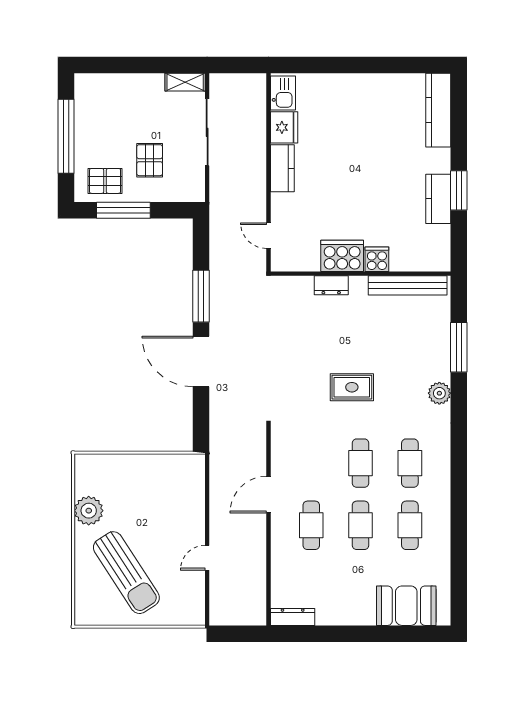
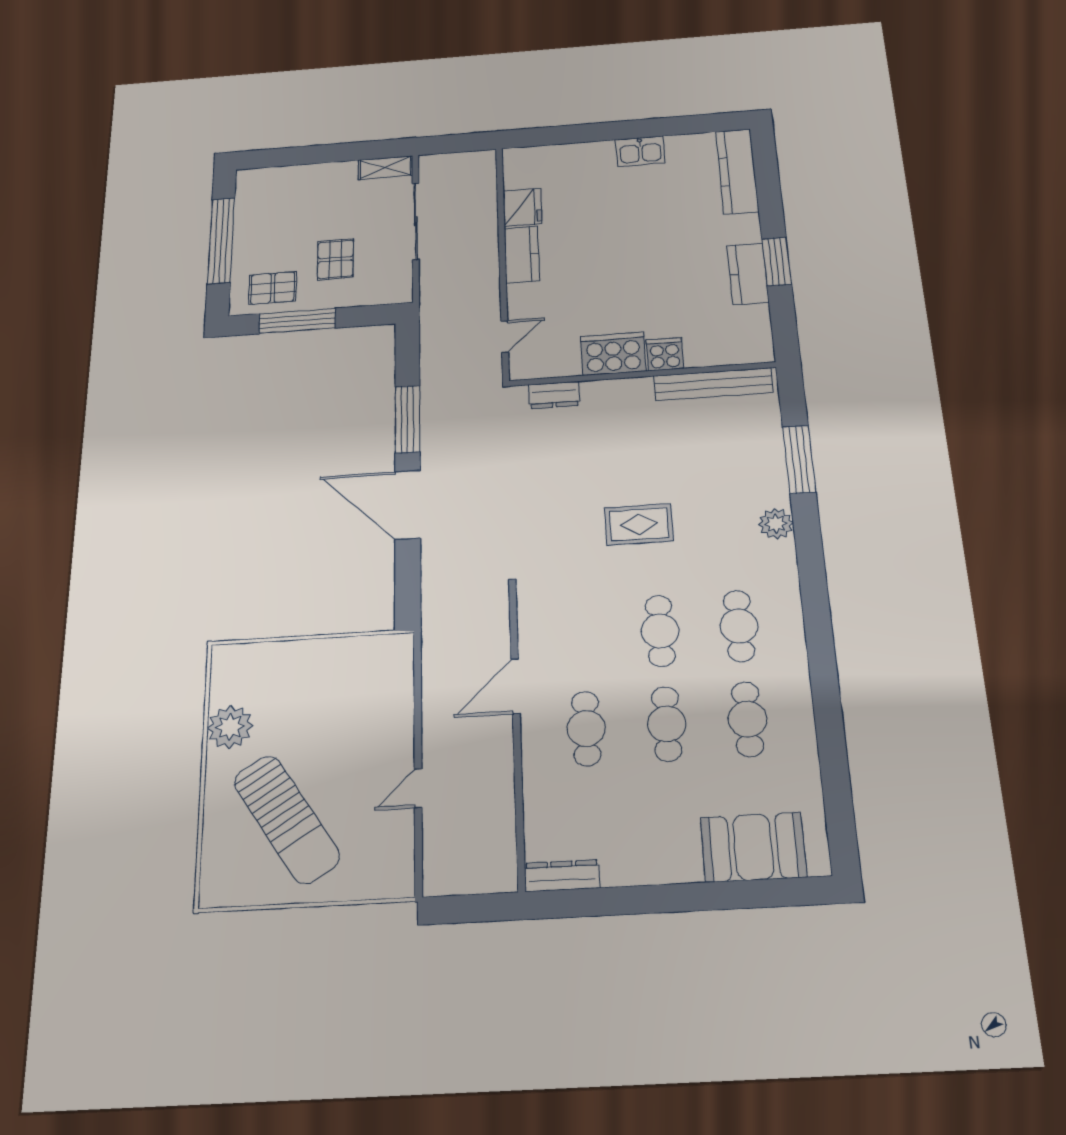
kitchen sink: (283, 93) -> (640, 151), moved, turned 90
door: (269, 236) -> (505, 336), swing flipped
dresser: (331, 285) -> (554, 395), moved

